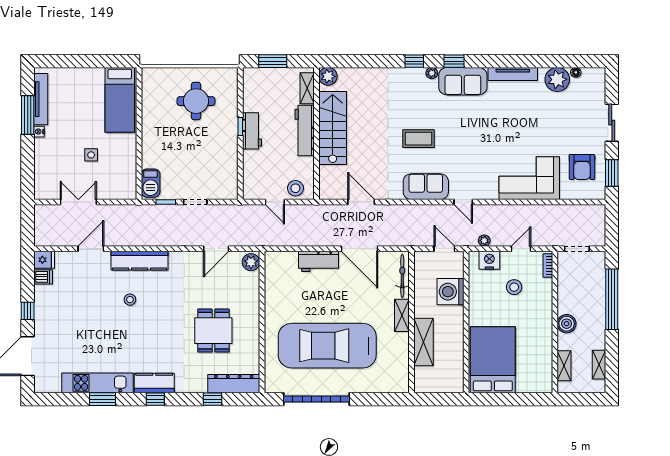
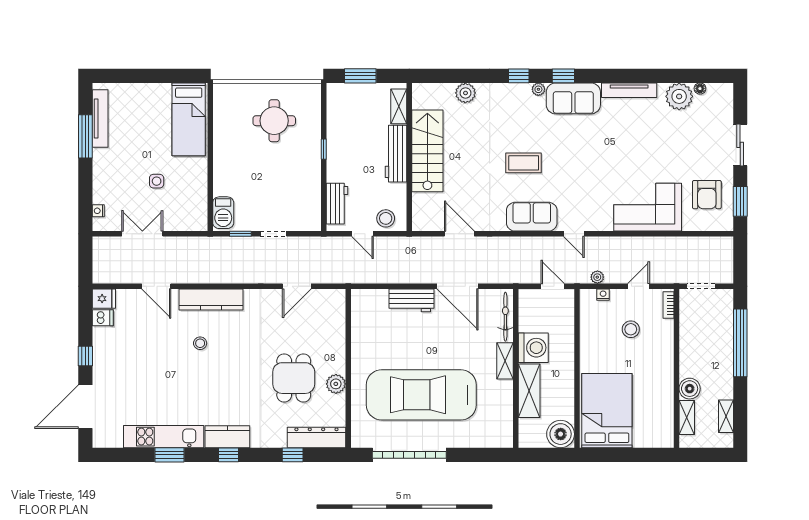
plant: (328, 76) -> (465, 93), moved
workbench: (252, 131) -> (337, 204), moved
nightstand: (39, 132) -> (98, 211), moved
door: (91, 249) -> (156, 286), swing flipped
nightstand: (489, 260) -> (603, 295), width x0.53, depth x0.56
plant: (251, 262) -> (336, 384), moved
washing machine: (450, 292) -> (533, 348), moved, turned 180
boiler: (567, 324) -> (690, 389), moved
boiler: (451, 381) -> (561, 434), added

